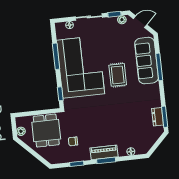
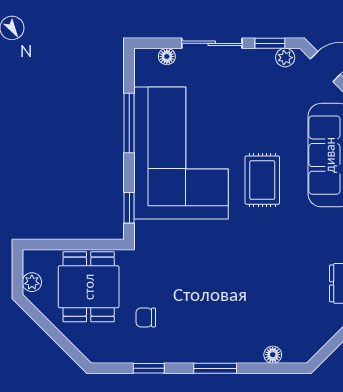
piano: (104, 152) -> (213, 350), removed

